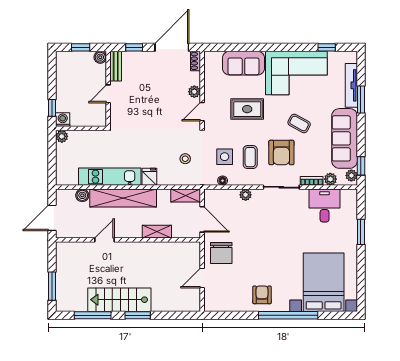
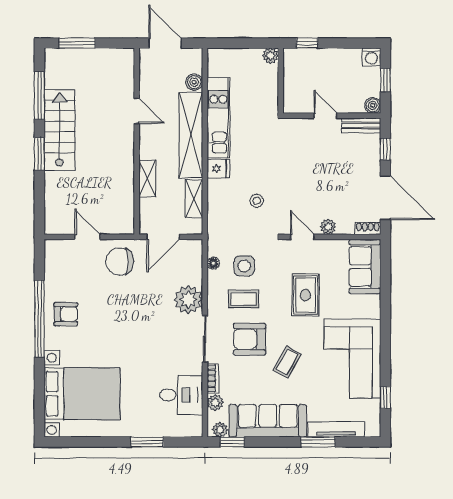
sofa: (243, 63) -> (365, 266), moved
washing machine: (63, 120) -> (372, 57), moved, turned 90
stool: (185, 159) -> (257, 201), moved
plant: (246, 195) -> (188, 300), width x1.88, depth x1.88
shelving: (186, 196) -> (194, 199), moved
window: (288, 315) -> (39, 318), moved

